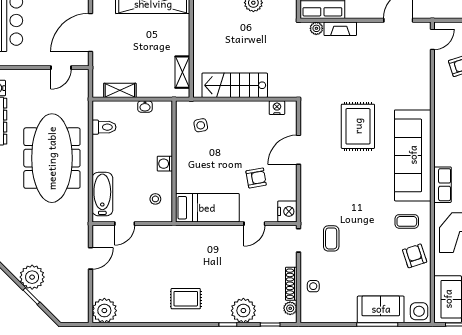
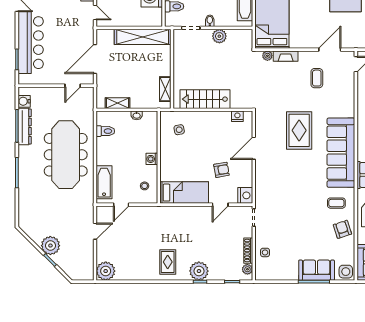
coffee table: (331, 238) -> (317, 78), moved
rug: (186, 299) -> (168, 262), turned 90
plant: (243, 311) -> (199, 271), moved

